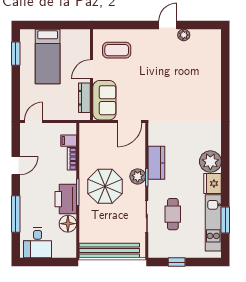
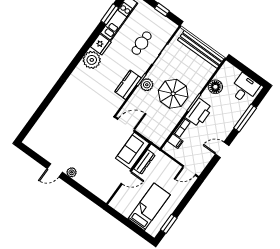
plant: (184, 35) -> (72, 172), moved
coffee table: (117, 50) -> (101, 178), removed
printer: (66, 199) -> (199, 113), moved

